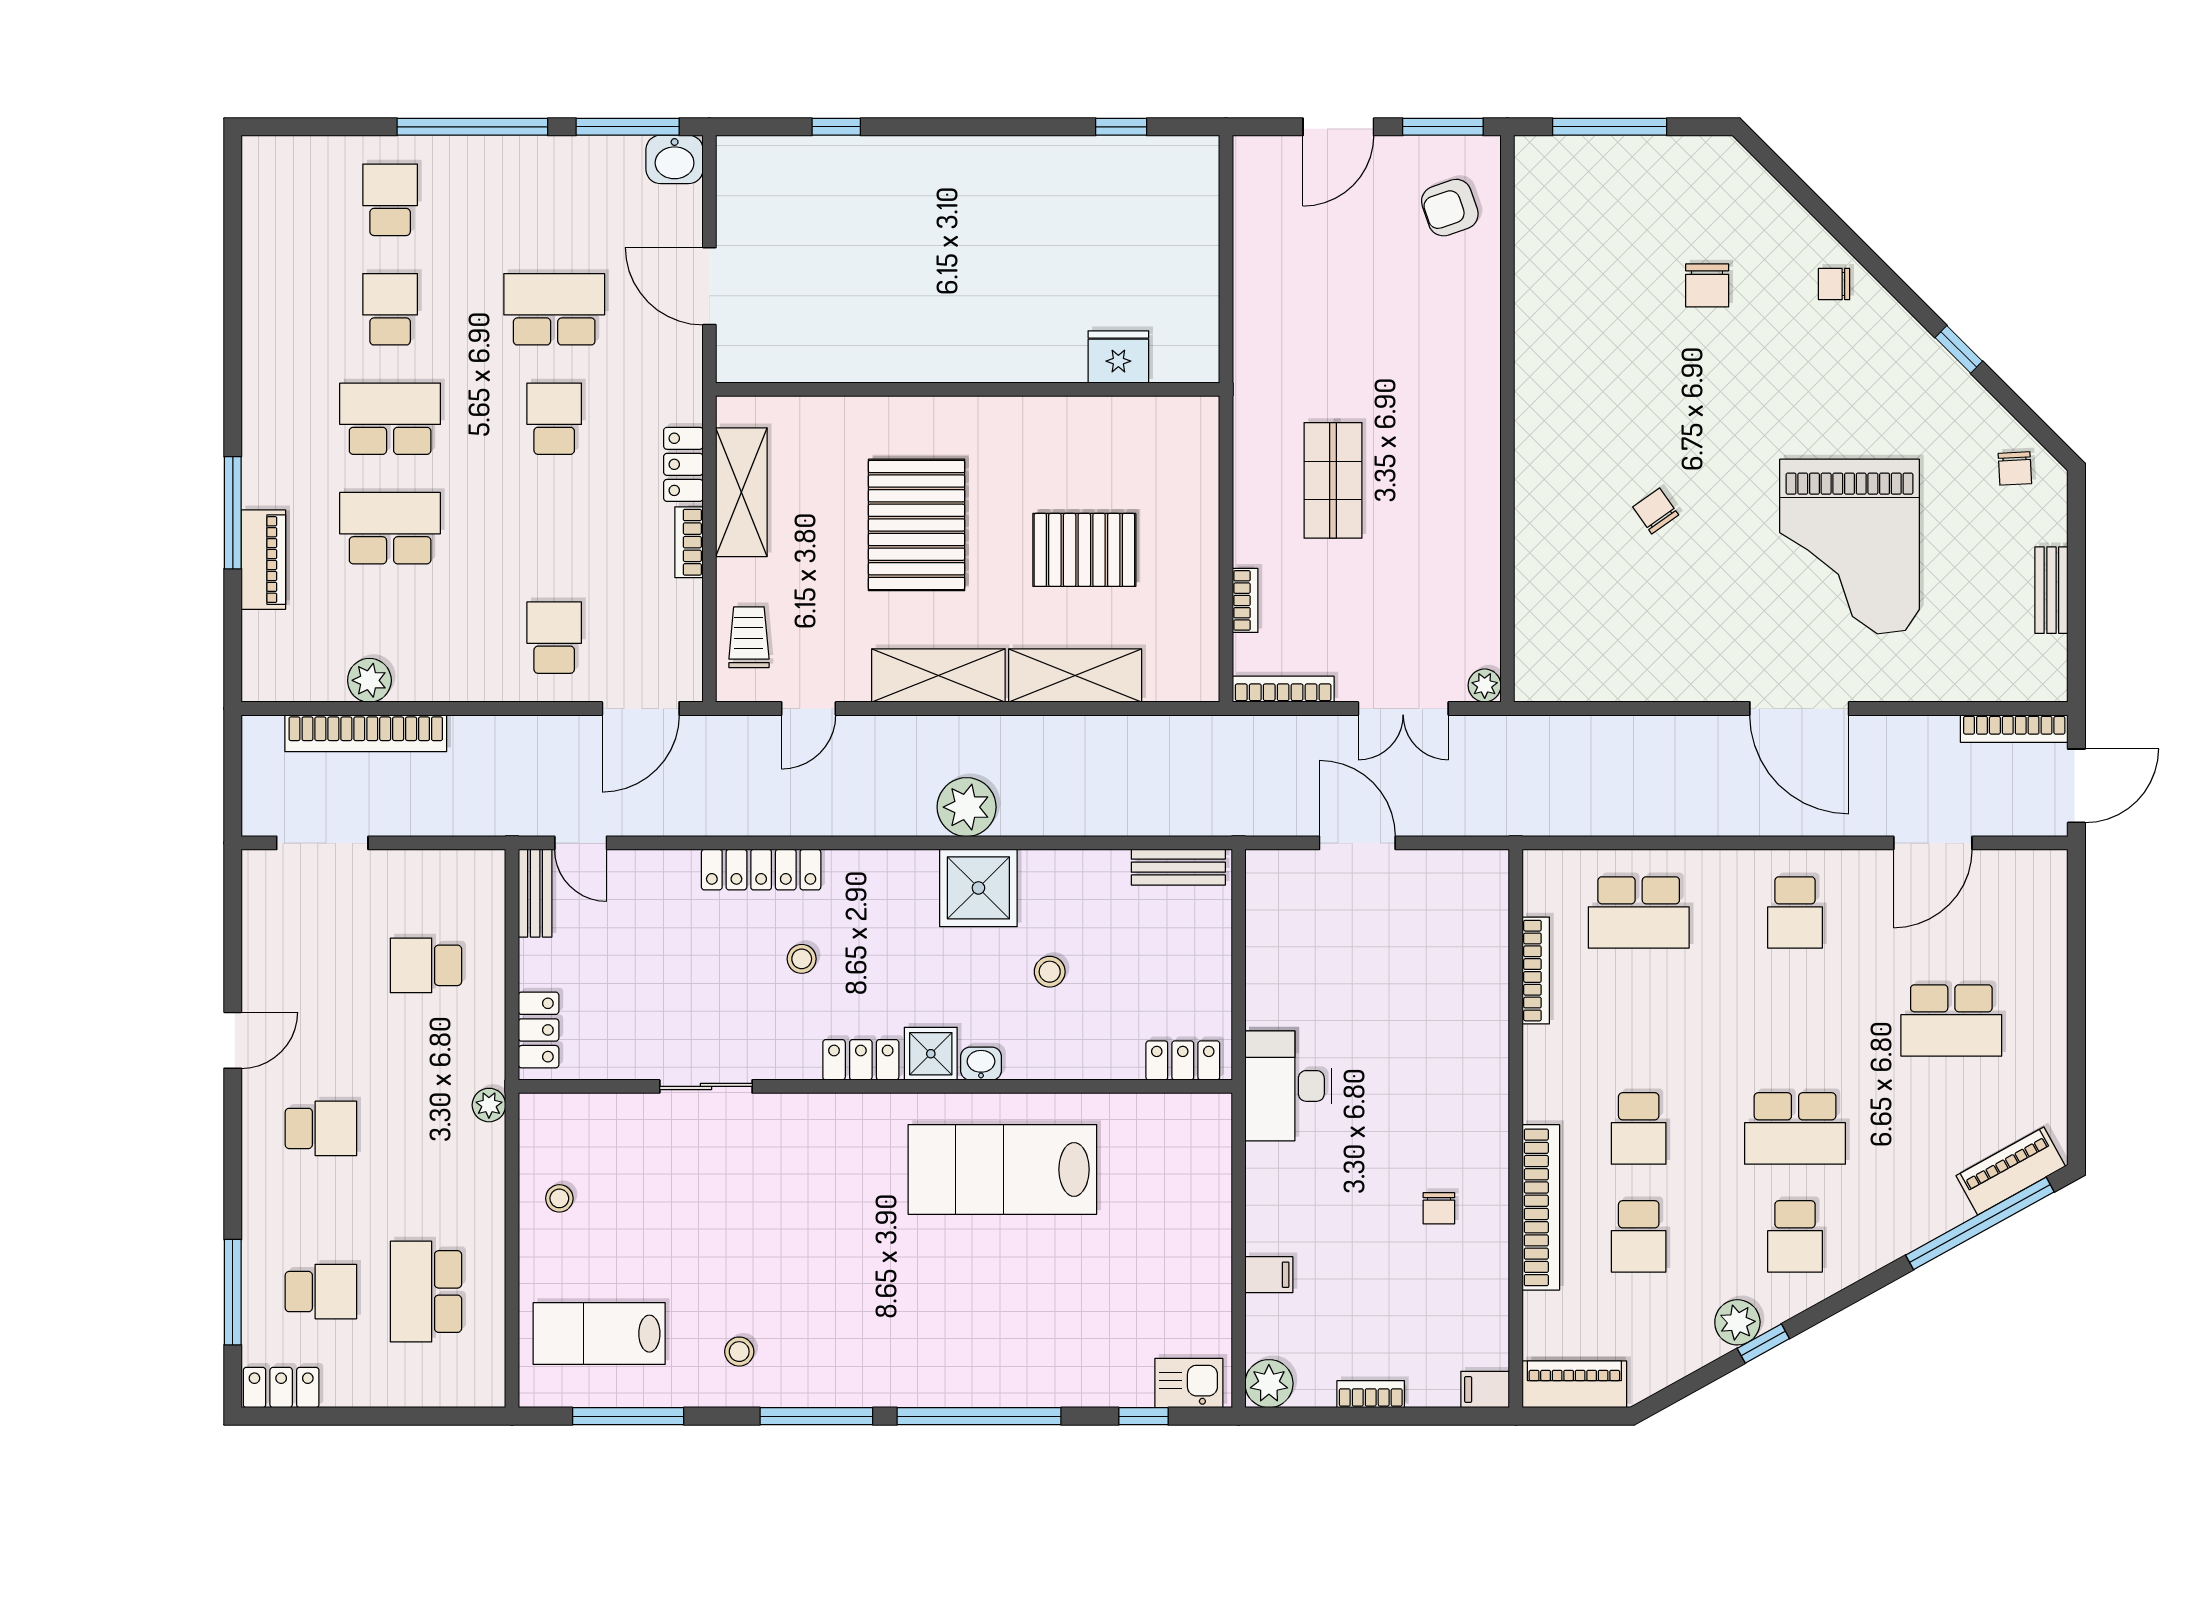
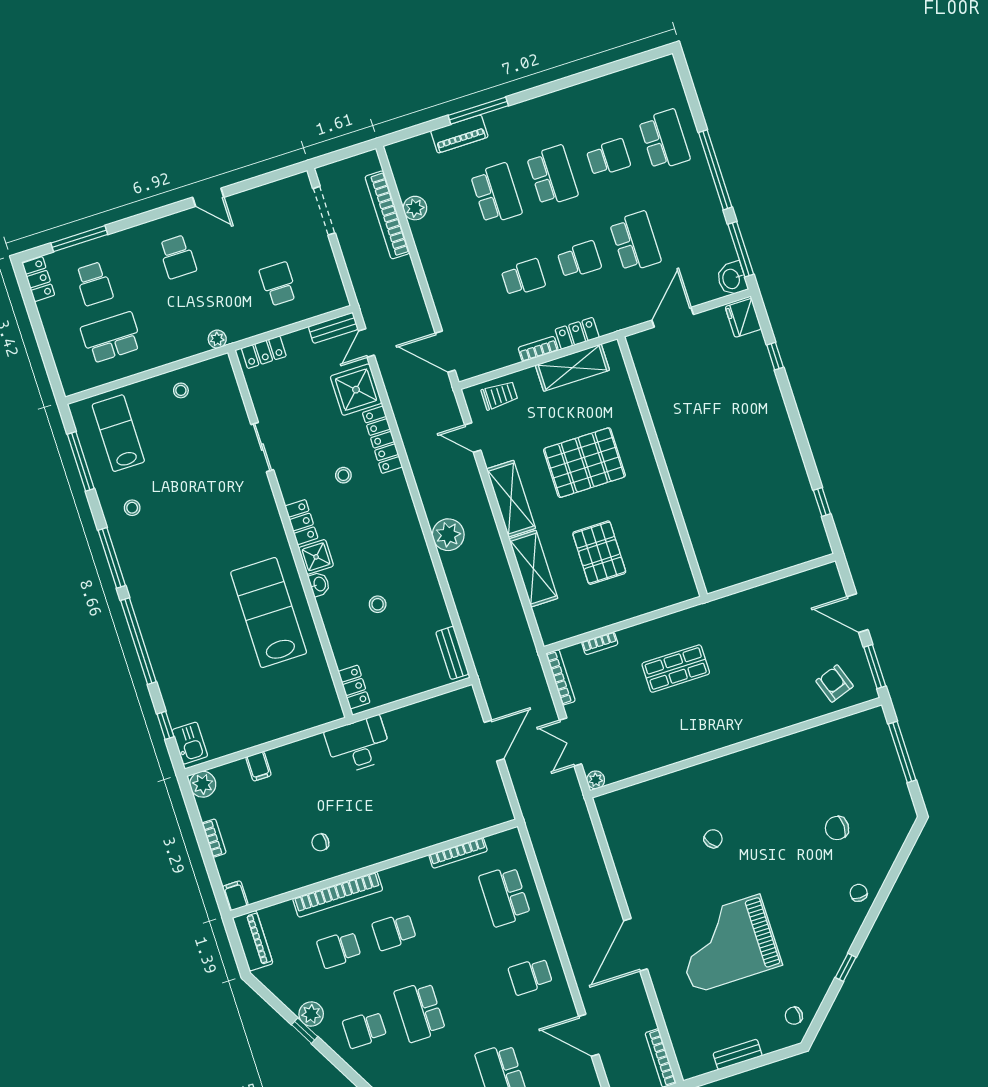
school desk: (390, 200) -> (664, 140), width x1.85
fridge: (1118, 357) -> (743, 318), moved, turned 180
school desk: (554, 638) -> (523, 278), moved
shower: (978, 888) -> (356, 390), moved

